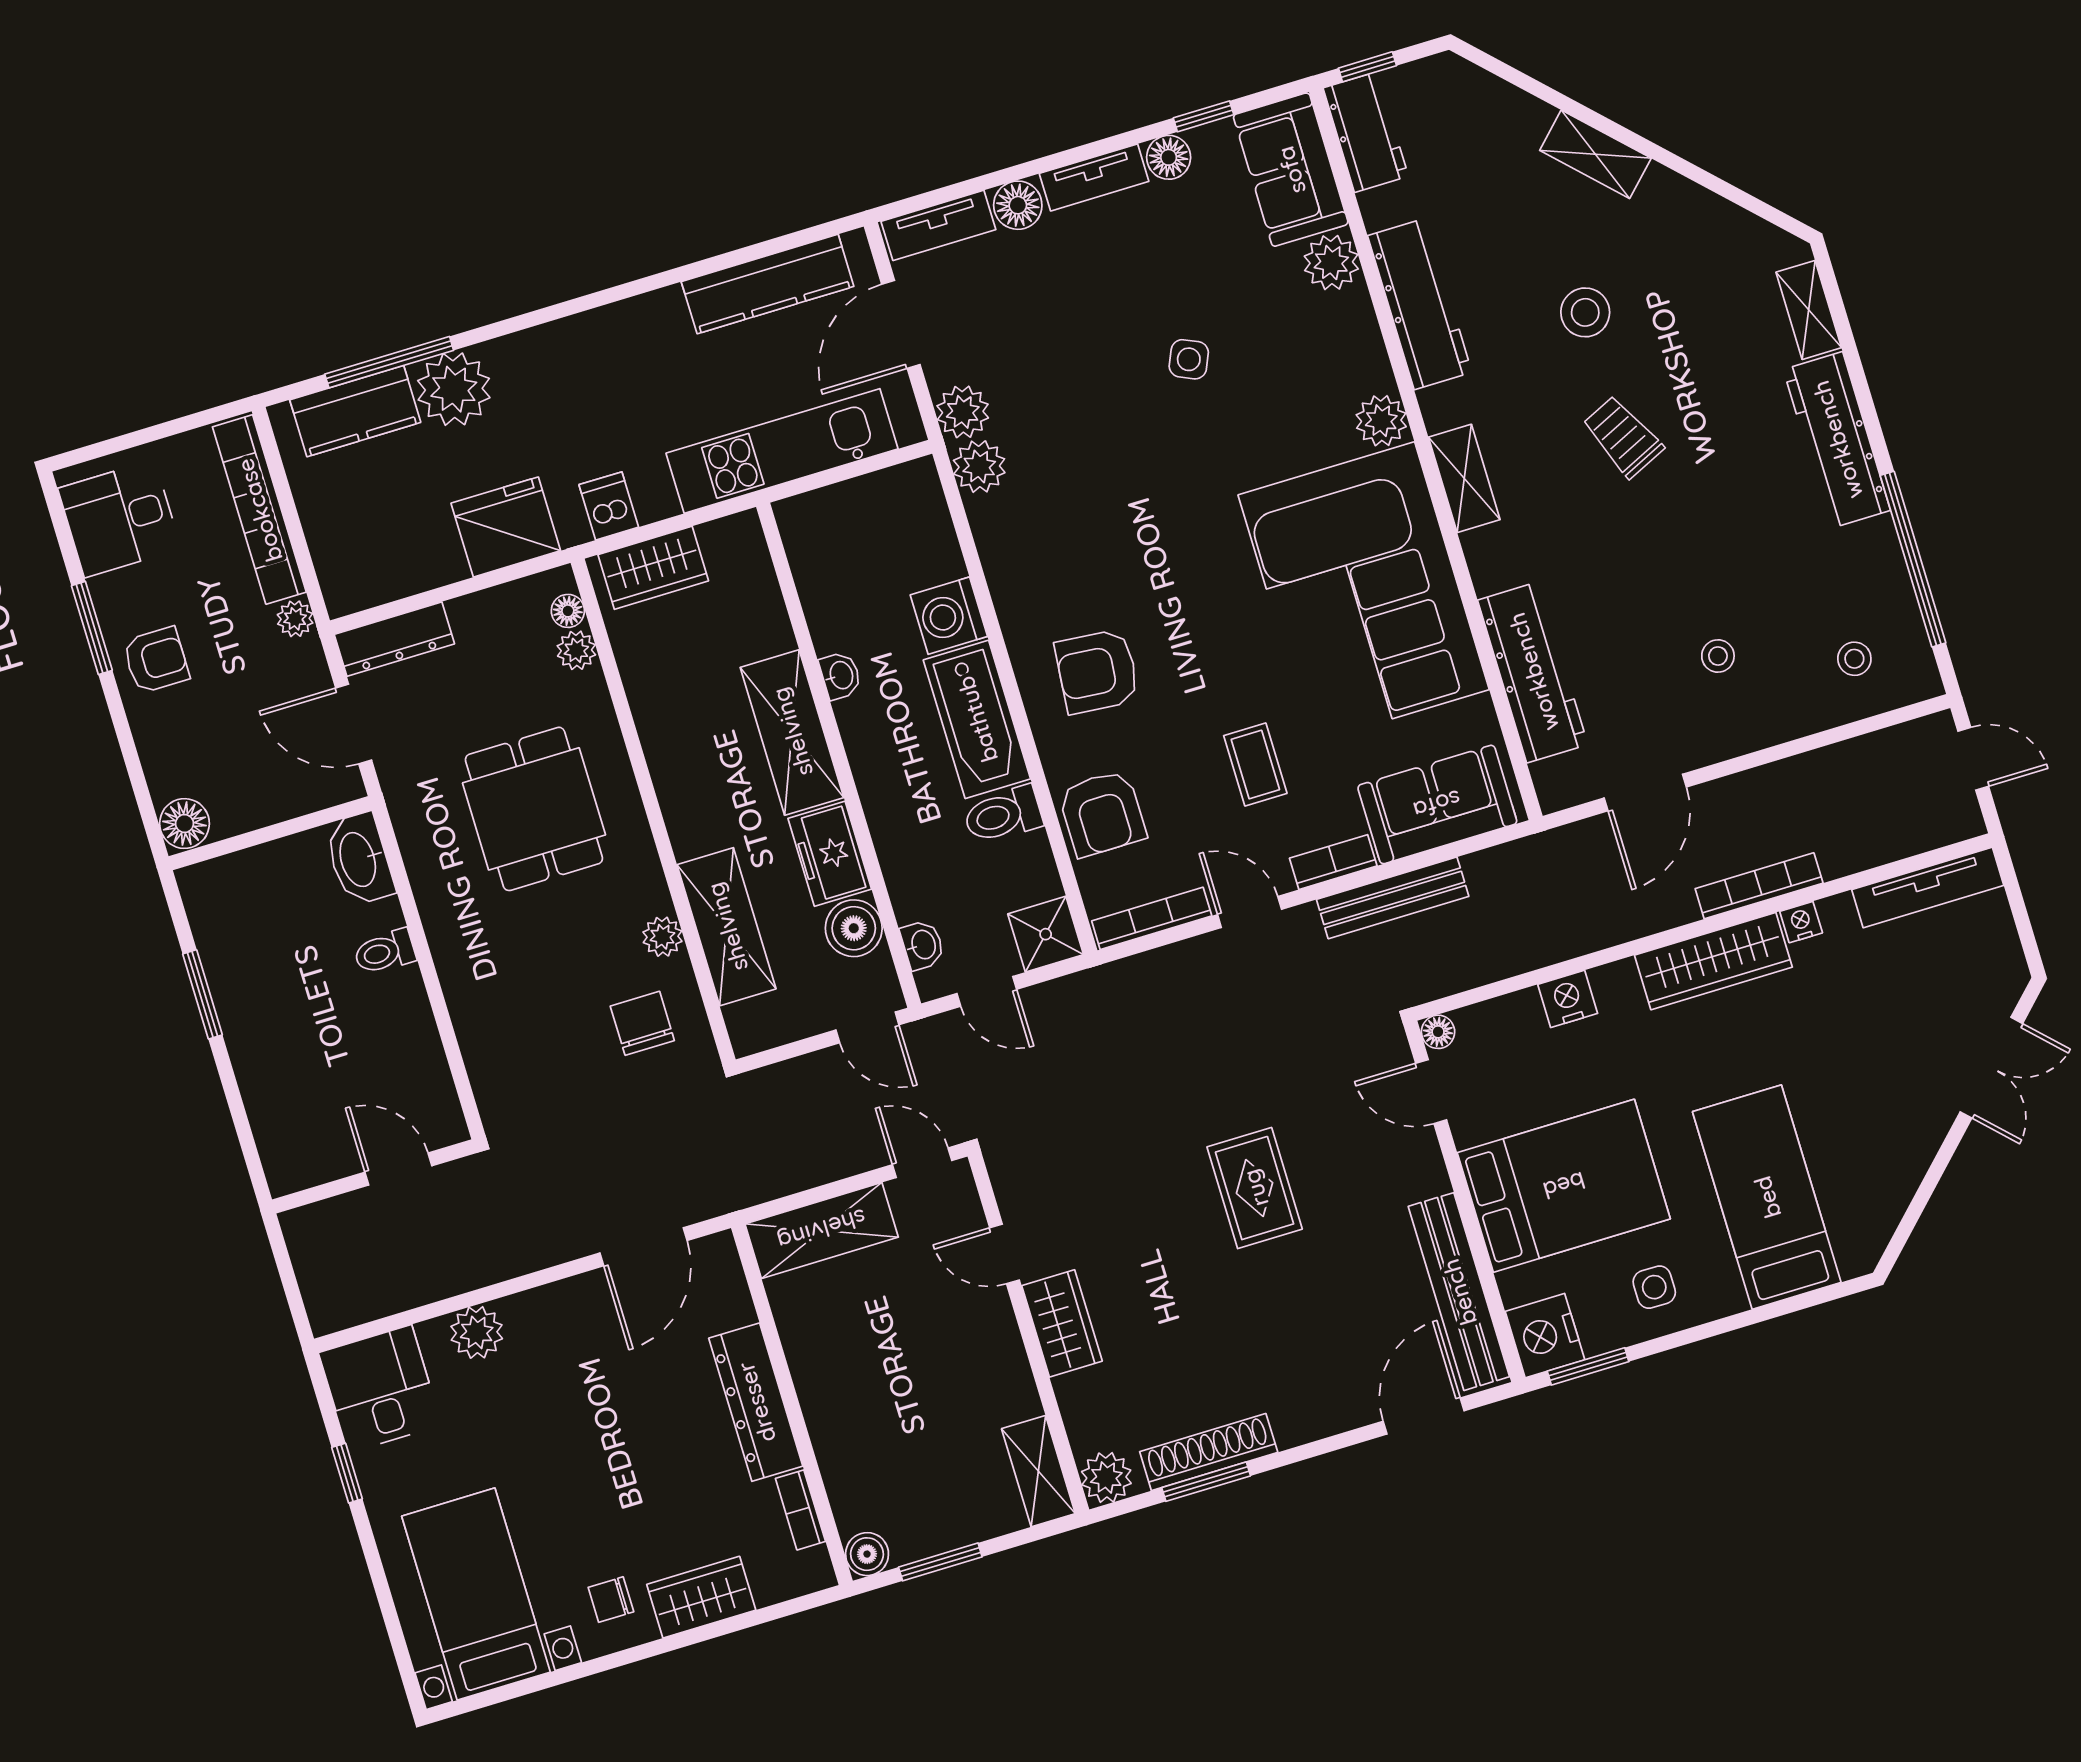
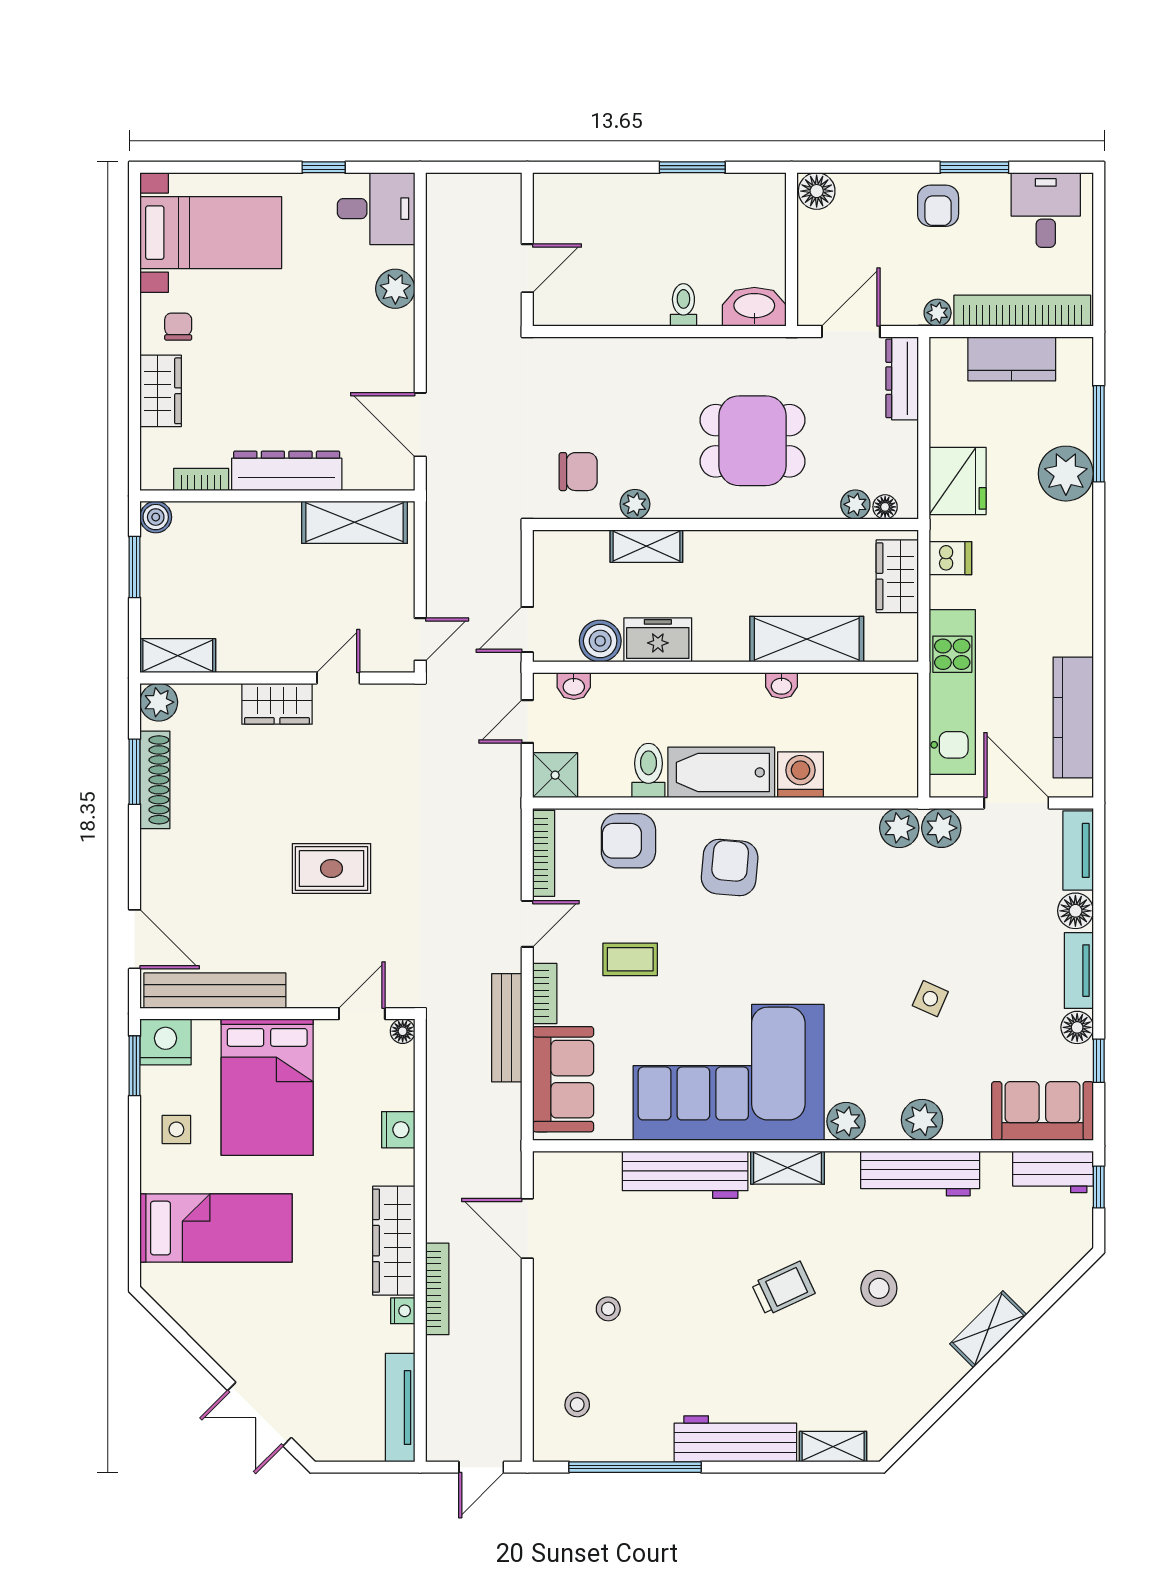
plant: (1331, 263) -> (922, 1120), moved
kitchen counter: (355, 411) -> (1012, 359), moved, turned -90
workbench: (1533, 672) -> (685, 1175), moved
shelving: (792, 732) -> (807, 639), moved
shelving: (727, 927) -> (646, 546), width x0.67, depth x0.75
shelving: (822, 1230) -> (354, 522), moved, turned 90

